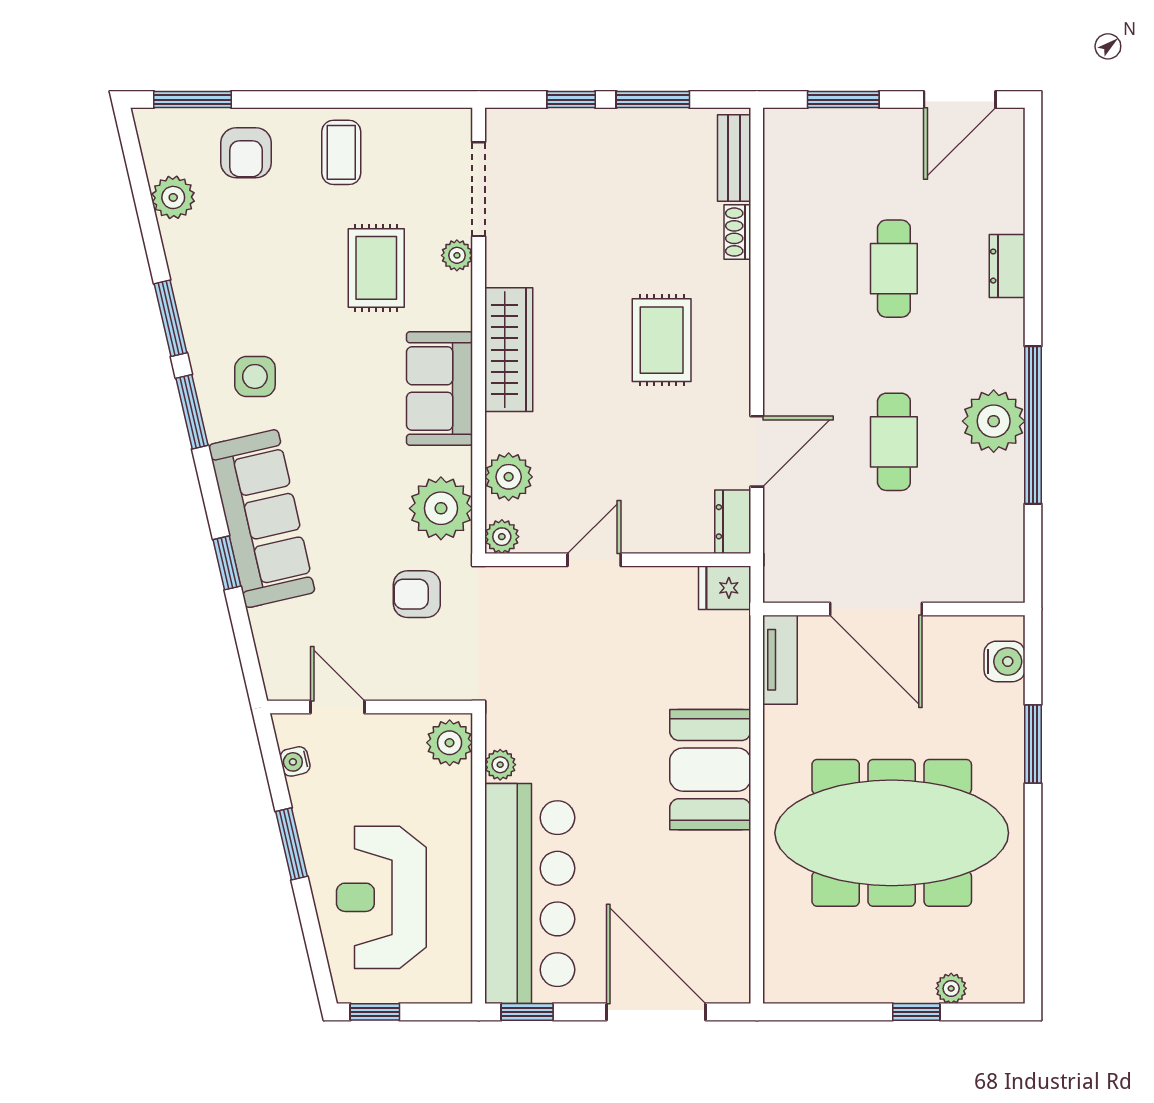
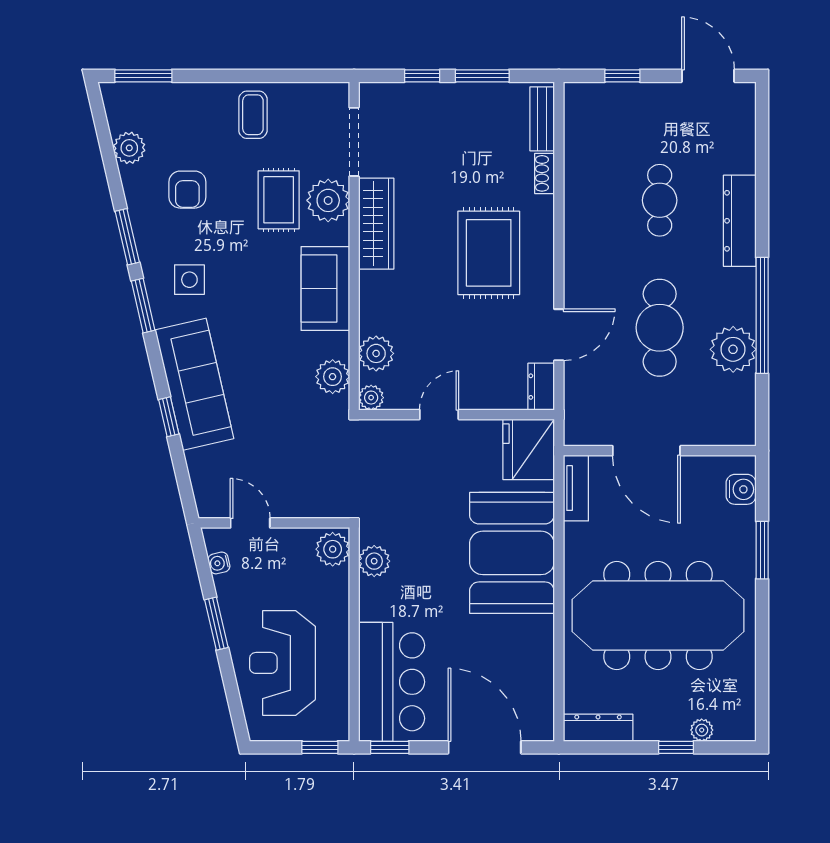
window: (843, 100) -> (622, 76), width x0.67
door: (960, 100) -> (708, 76), swing flipped
armchair: (246, 153) -> (187, 190), moved
plant: (457, 255) -> (328, 200), width x1.88, depth x1.88
dresser: (1007, 266) -> (740, 221), width x1.96, depth x1.24
rug: (662, 340) -> (489, 253), width x1.36, depth x1.43
wardrobe: (509, 350) -> (376, 224), moved
plant: (994, 421) -> (733, 349), moved
cafe table: (894, 442) -> (660, 328), width x1.37, depth x1.35
plant: (441, 508) -> (333, 377), width x0.73, depth x0.73
fridge: (725, 588) -> (529, 449), width x1.88, depth x1.34
armchair: (417, 594) -> (309, 440), removed
plant: (500, 765) -> (374, 561), width x1.38, depth x1.38
booth: (710, 770) -> (512, 553), width x1.36, depth x1.42
bar counter: (530, 894) -> (392, 682), width x0.73
dresser: (810, 985) -> (598, 728), added
window: (375, 1012) -> (320, 747), moved

